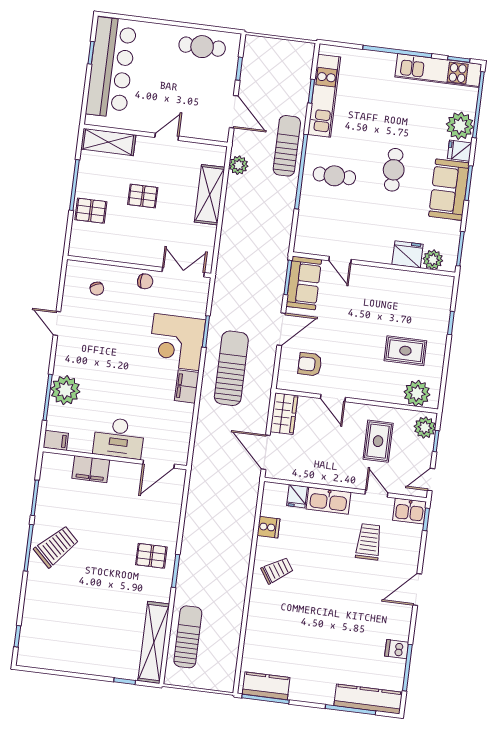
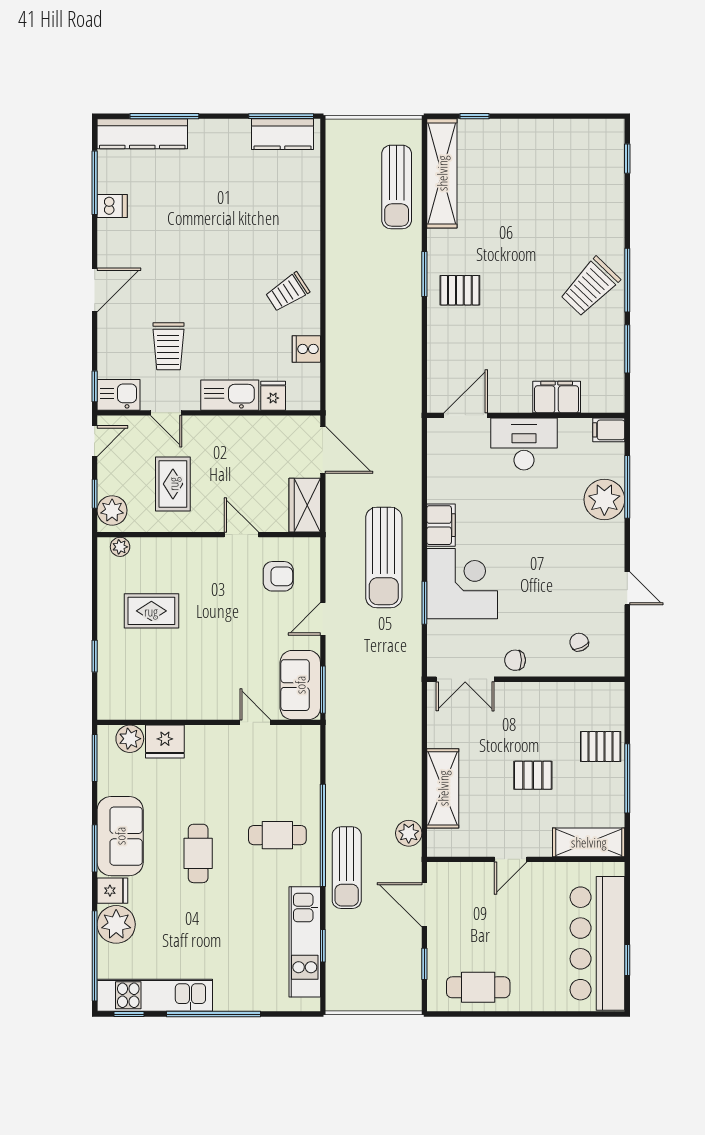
door: (281, 329) -> (323, 619), width x0.73
plant: (417, 393) -> (120, 547), width x0.53, depth x0.53

